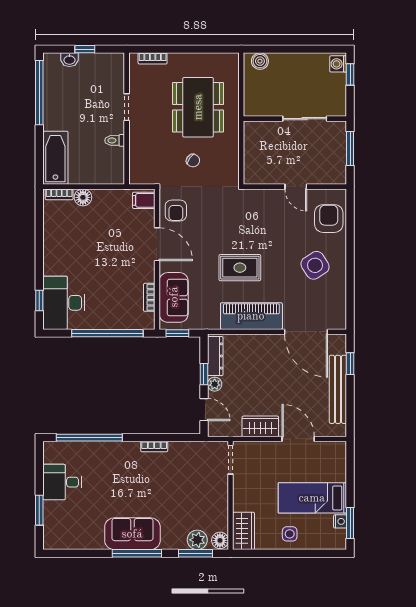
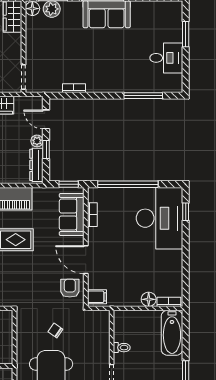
desk: (64, 303) -> (159, 218), width x1.36, depth x1.30
window: (89, 438) -> (143, 96), width x0.68
bookcase: (154, 447) -> (74, 88), moved

